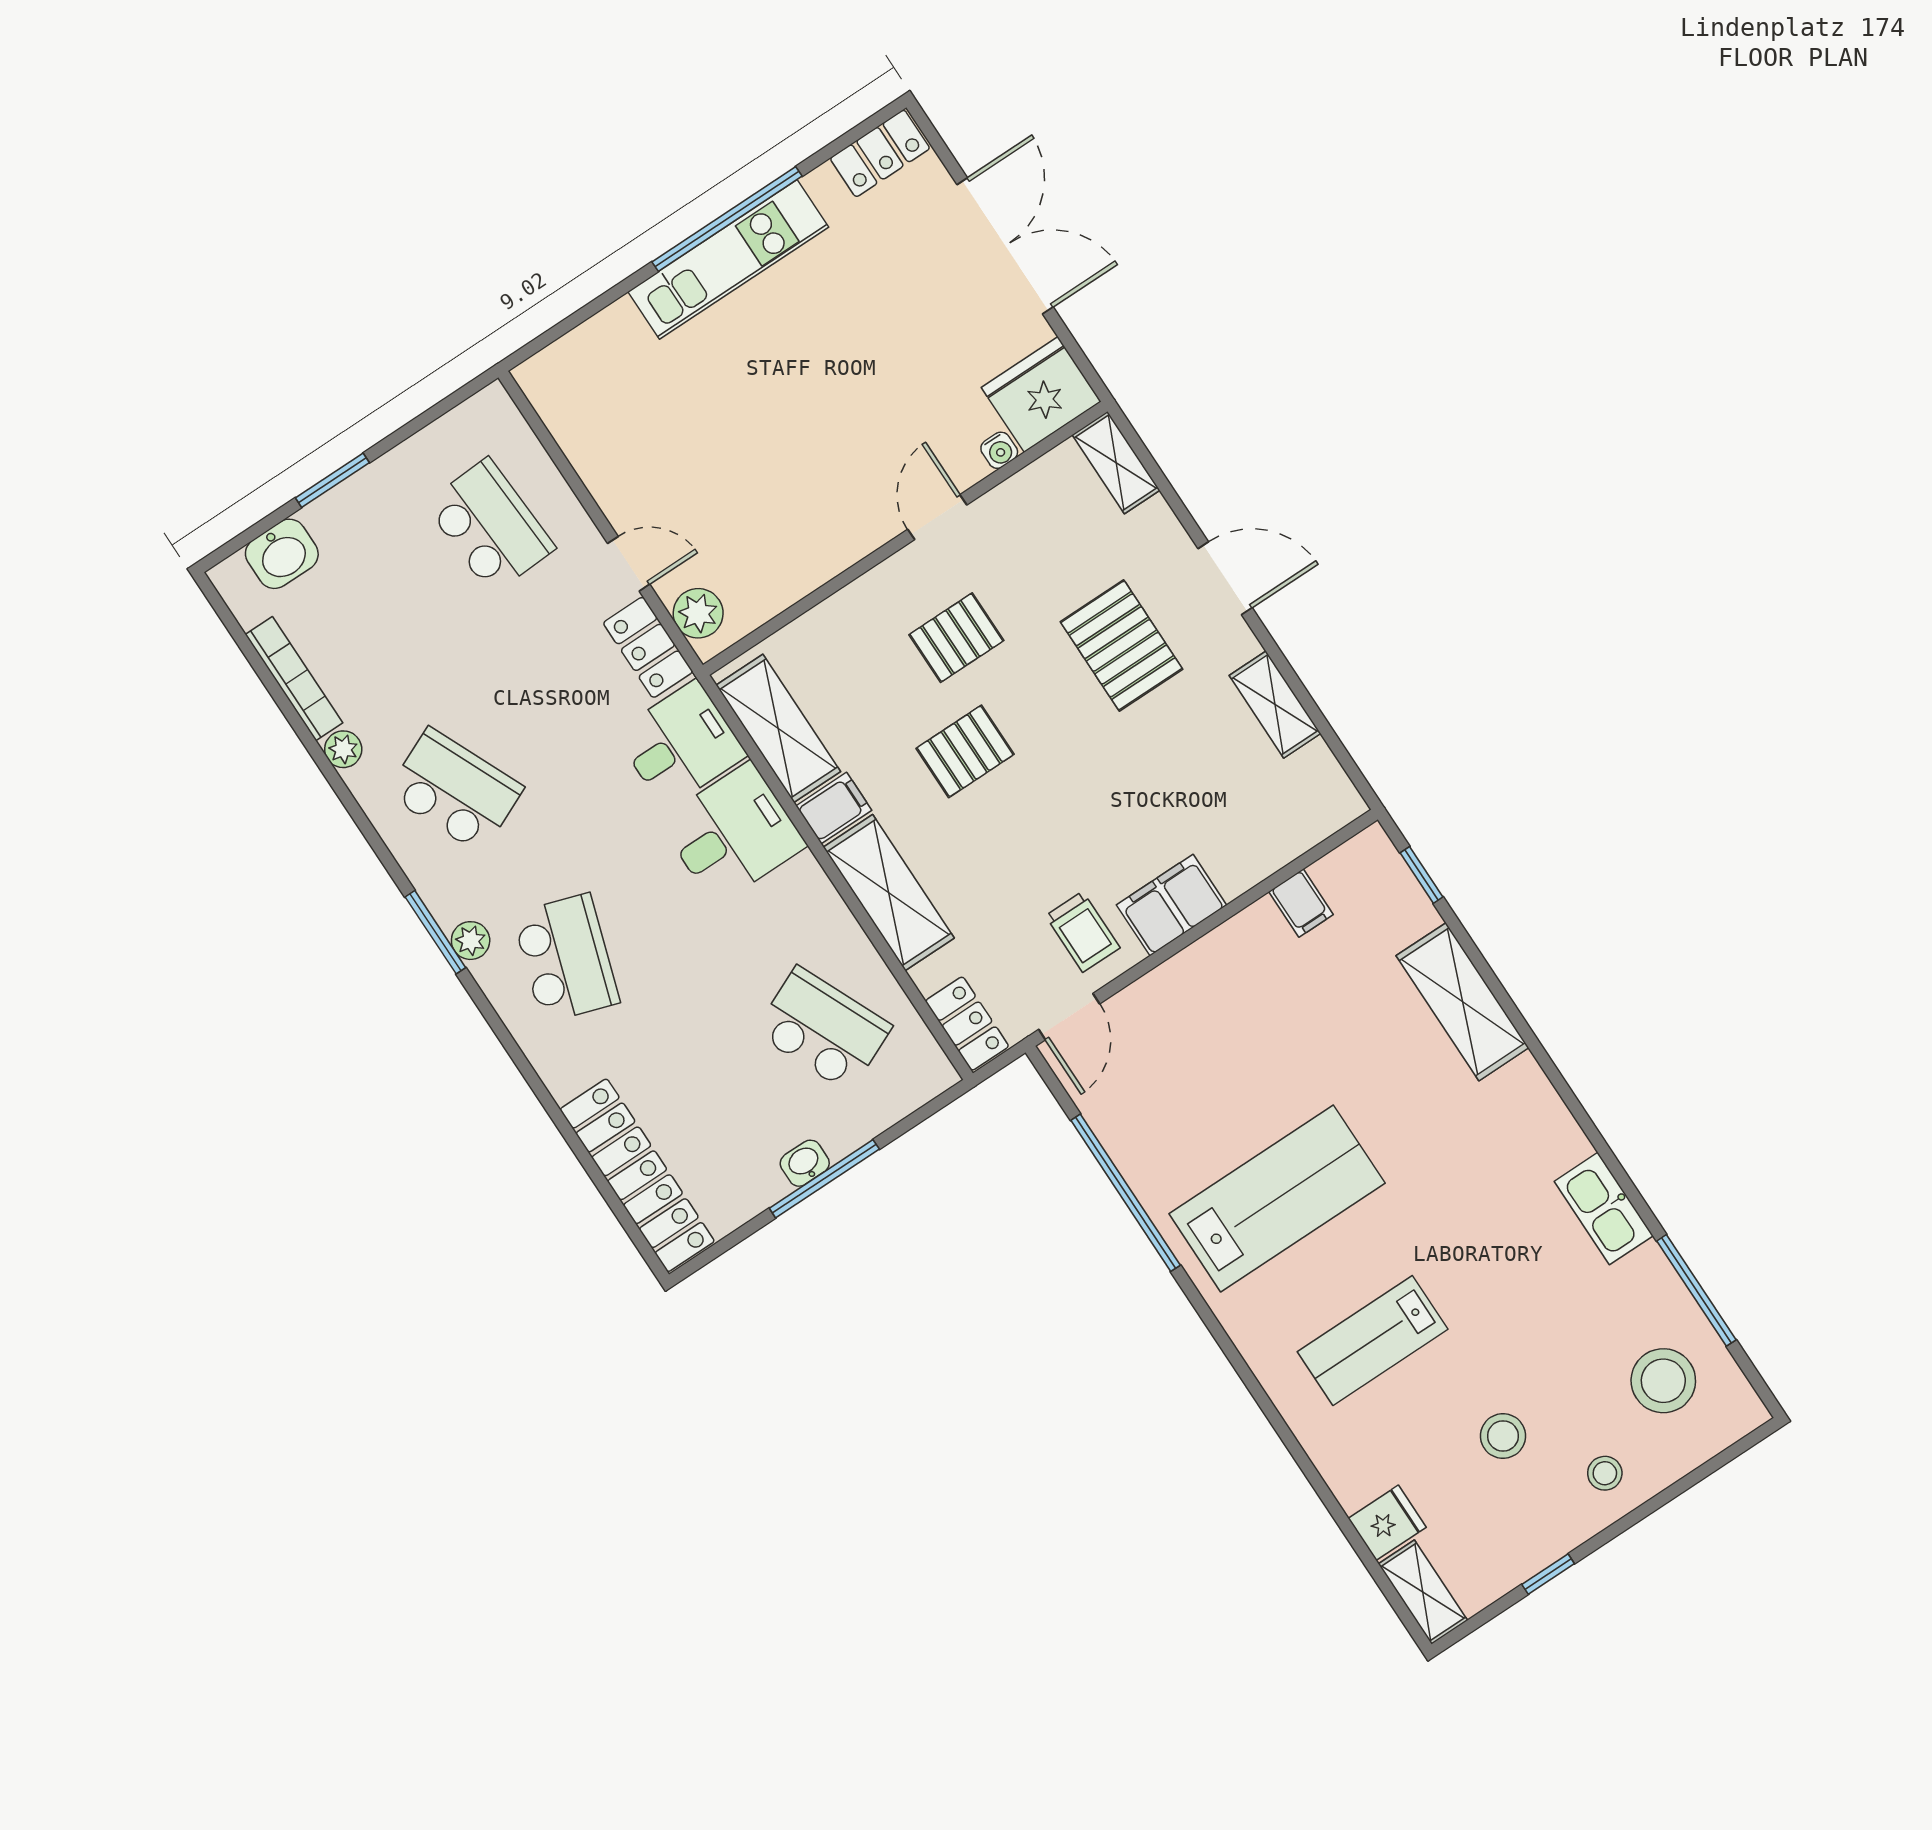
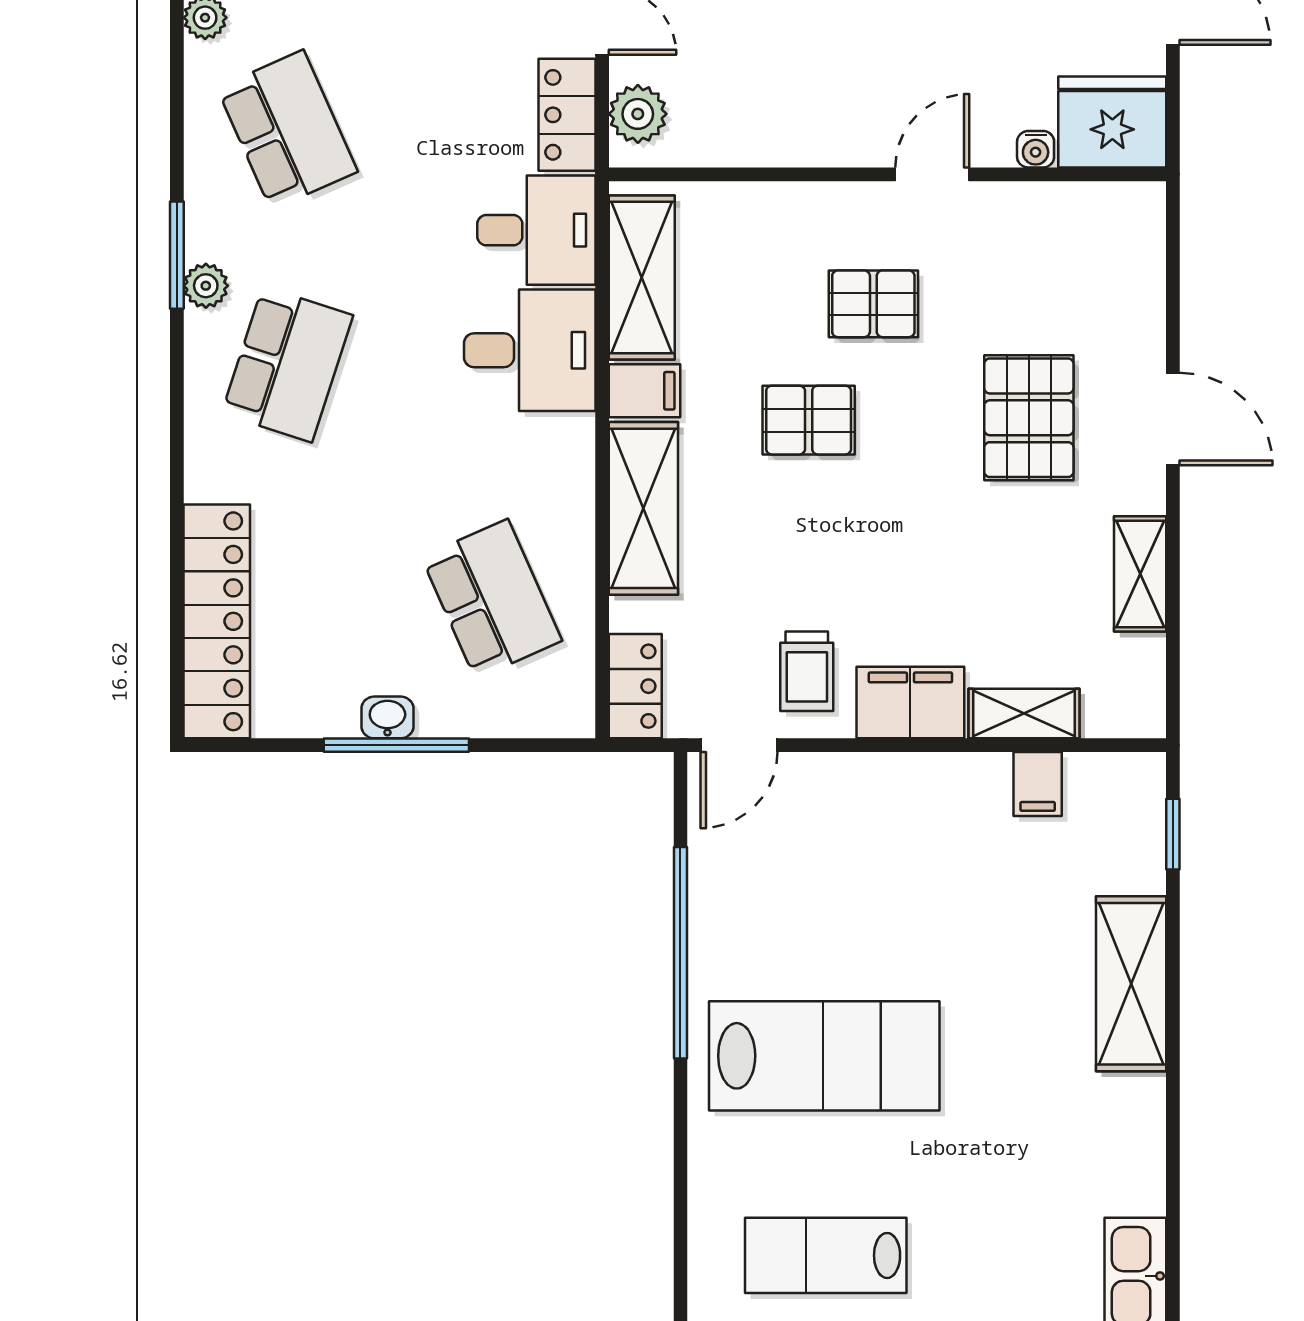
shelving: (1116, 463) -> (1024, 713), moved, turned 90

